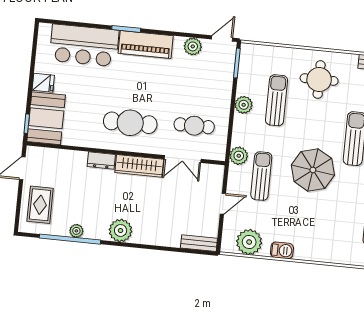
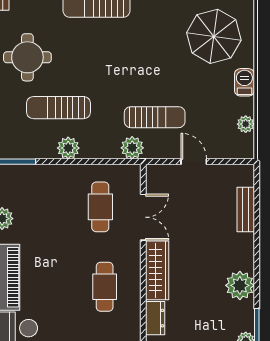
cafe table: (130, 123) -> (105, 287), width x0.73, depth x0.74
parasol: (313, 170) -> (214, 36), moved
sun lounger: (261, 176) -> (155, 117), turned 180
plant: (249, 242) -> (246, 124), width x0.53, depth x0.53
bench: (199, 243) -> (246, 210), moved

